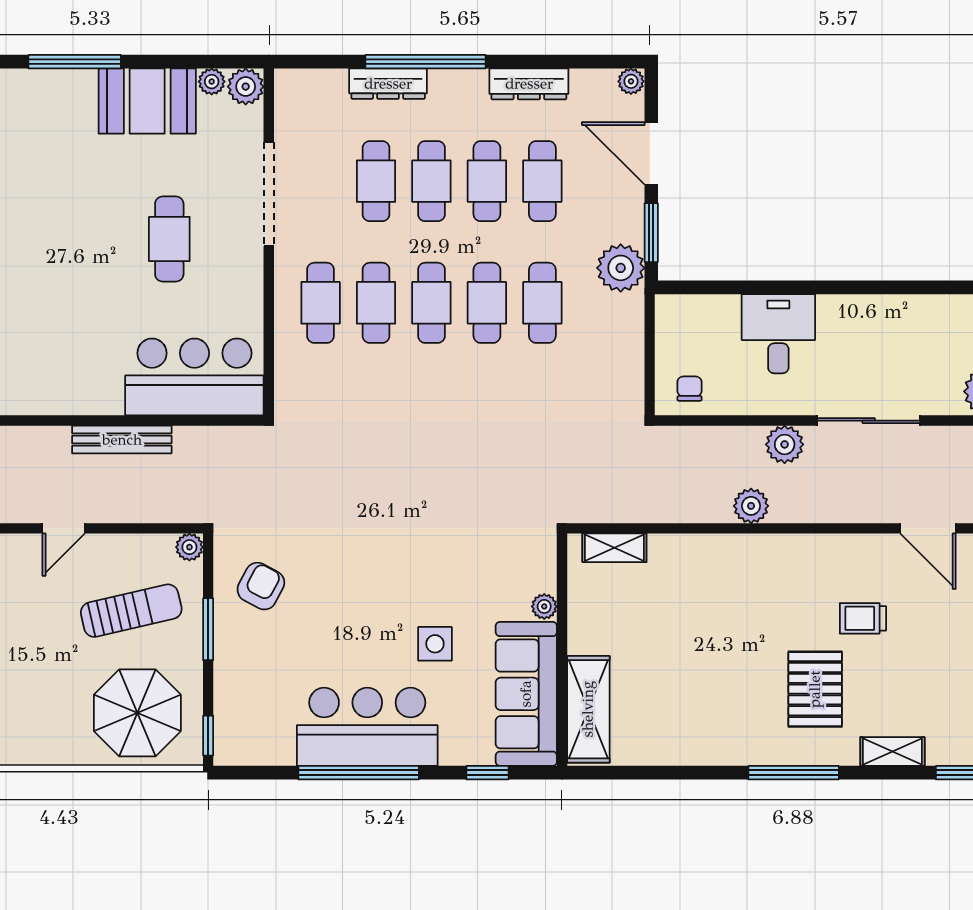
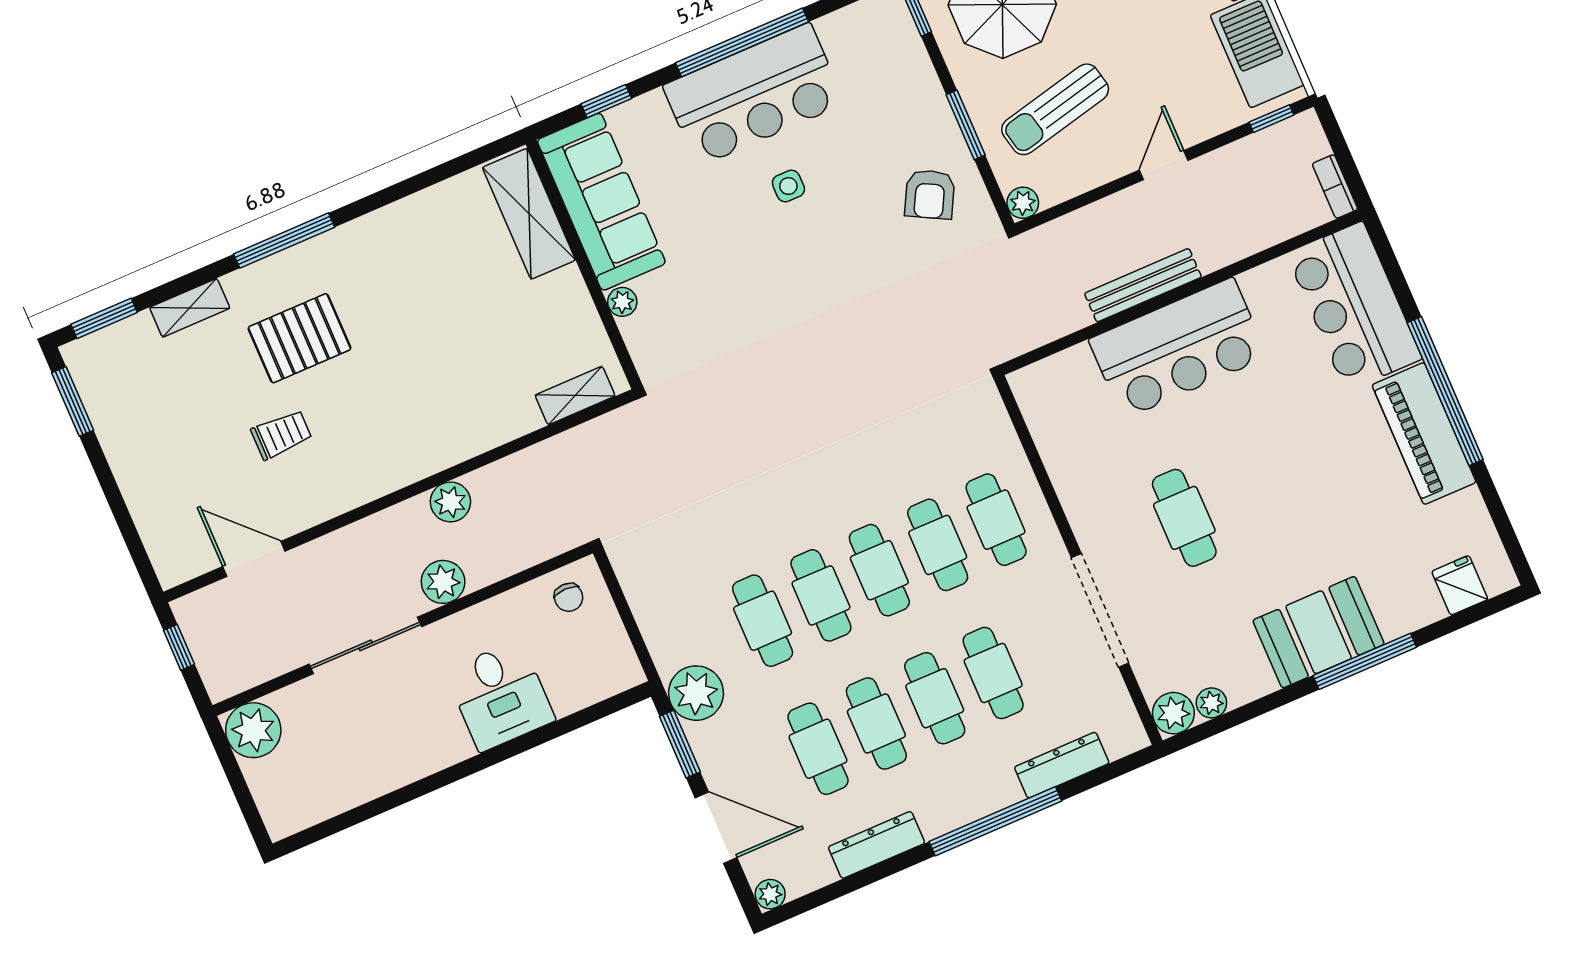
dresser: (388, 84) -> (1062, 765), moved
booth: (147, 101) -> (1319, 632), moved
bar counter: (194, 377) -> (1178, 348), moved
side table: (435, 644) -> (788, 186), moved, width x0.73, depth x0.73
pallet: (815, 689) -> (300, 338), turned 90

